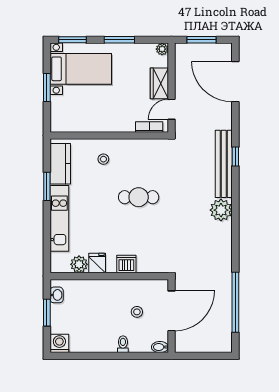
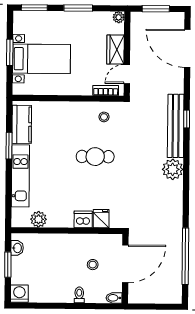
bed with nightstands: (81, 69) -> (41, 59), moved
stool: (103, 159) -> (104, 117), moved
fridge: (97, 263) -> (101, 219), moved

